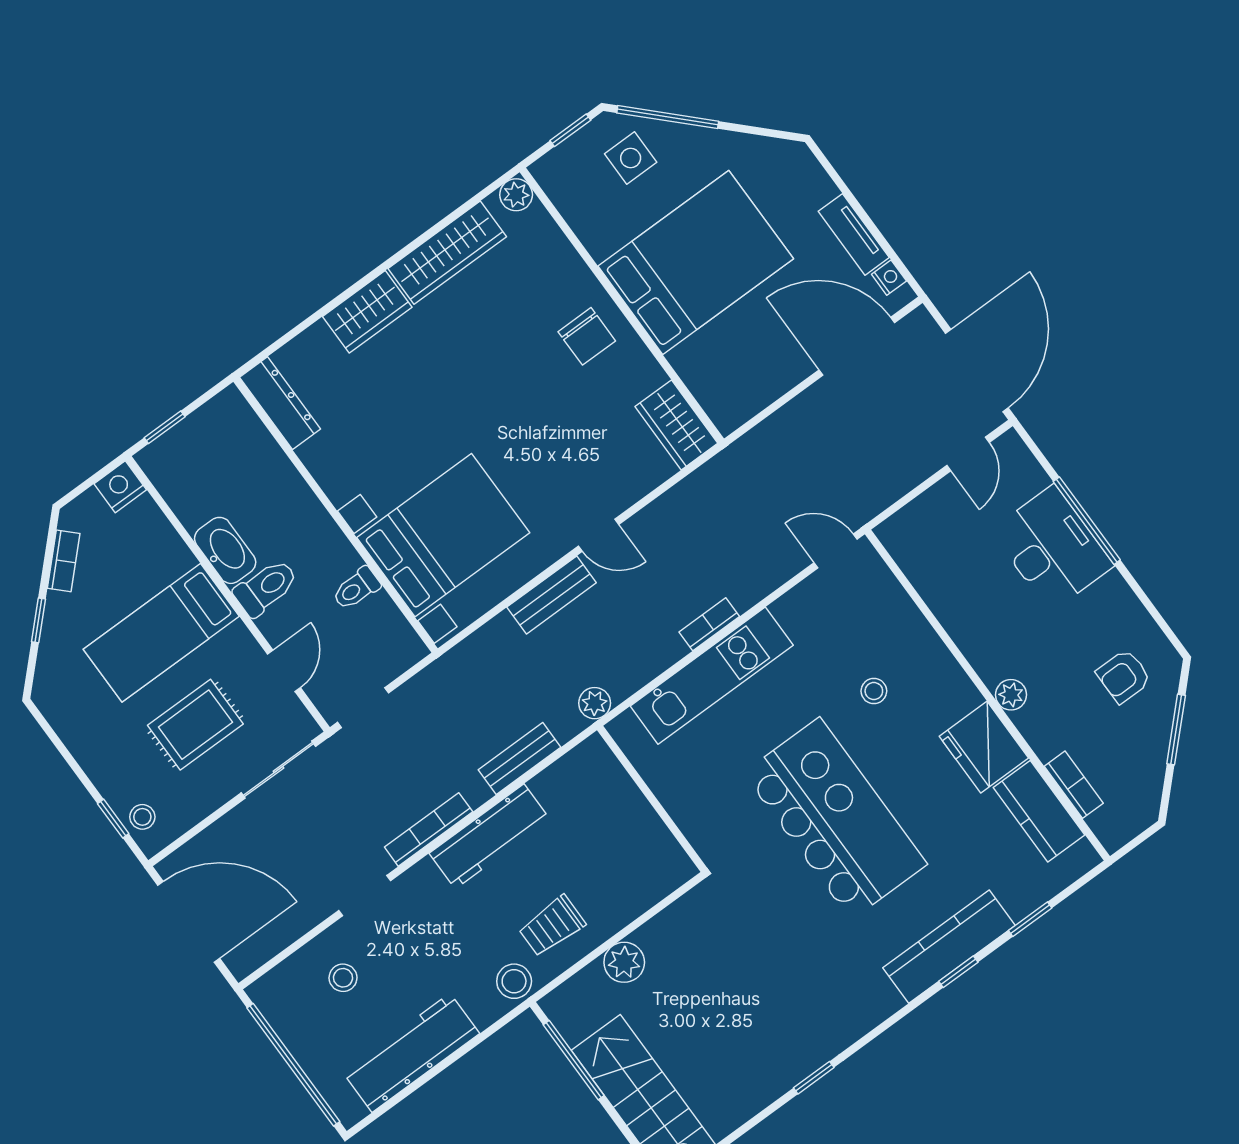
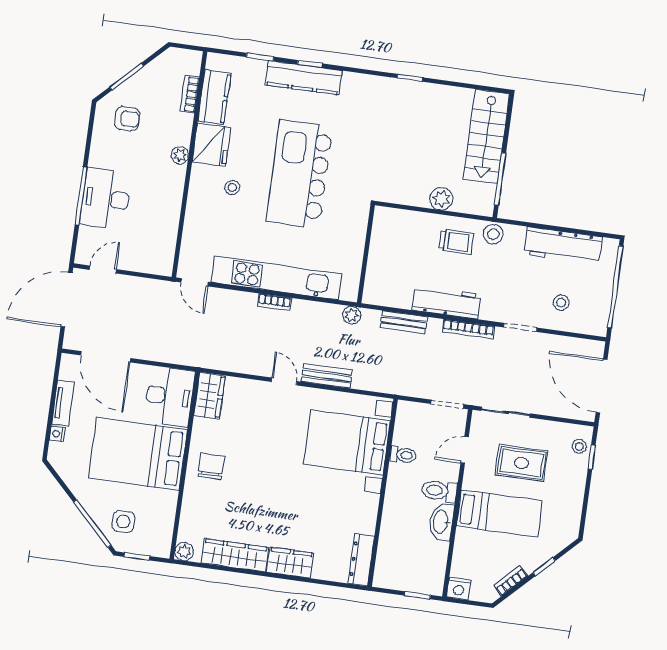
nightstand: (889, 278) -> (57, 434), moved
desk: (726, 374) -> (169, 396), added
kitchen unit: (712, 676) -> (276, 278), width x1.36
stool: (874, 691) -> (232, 187), moved

